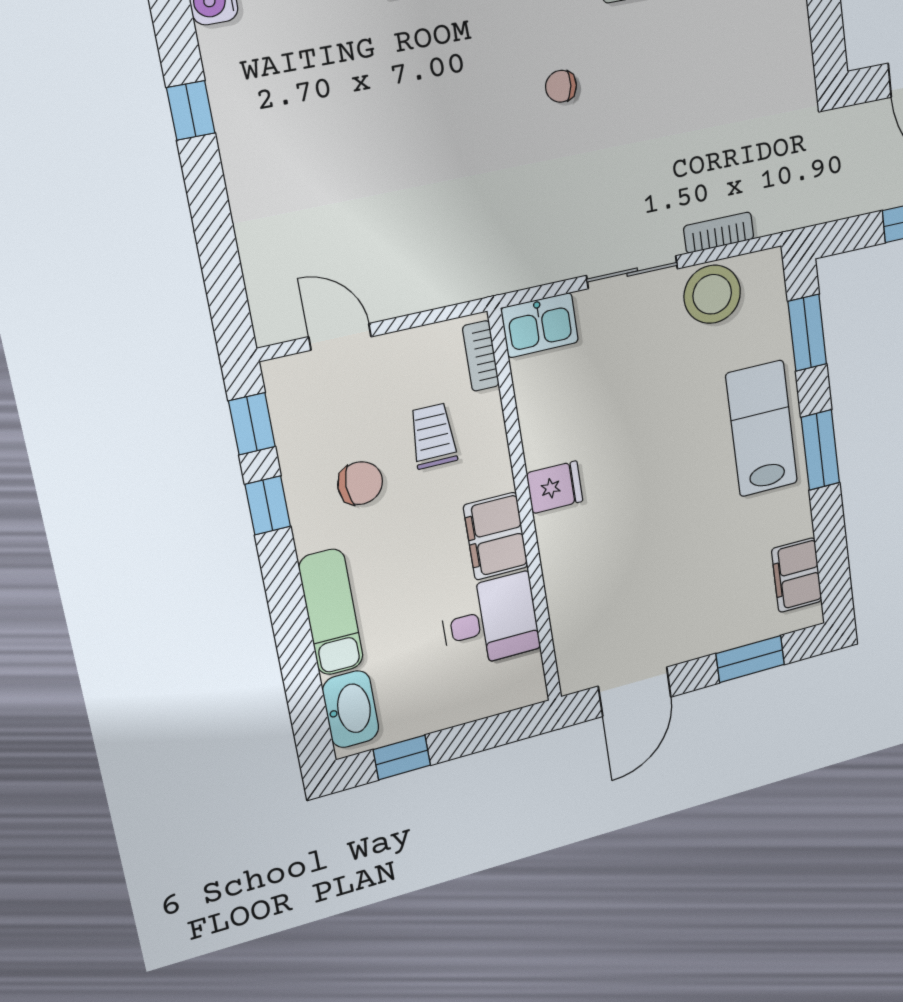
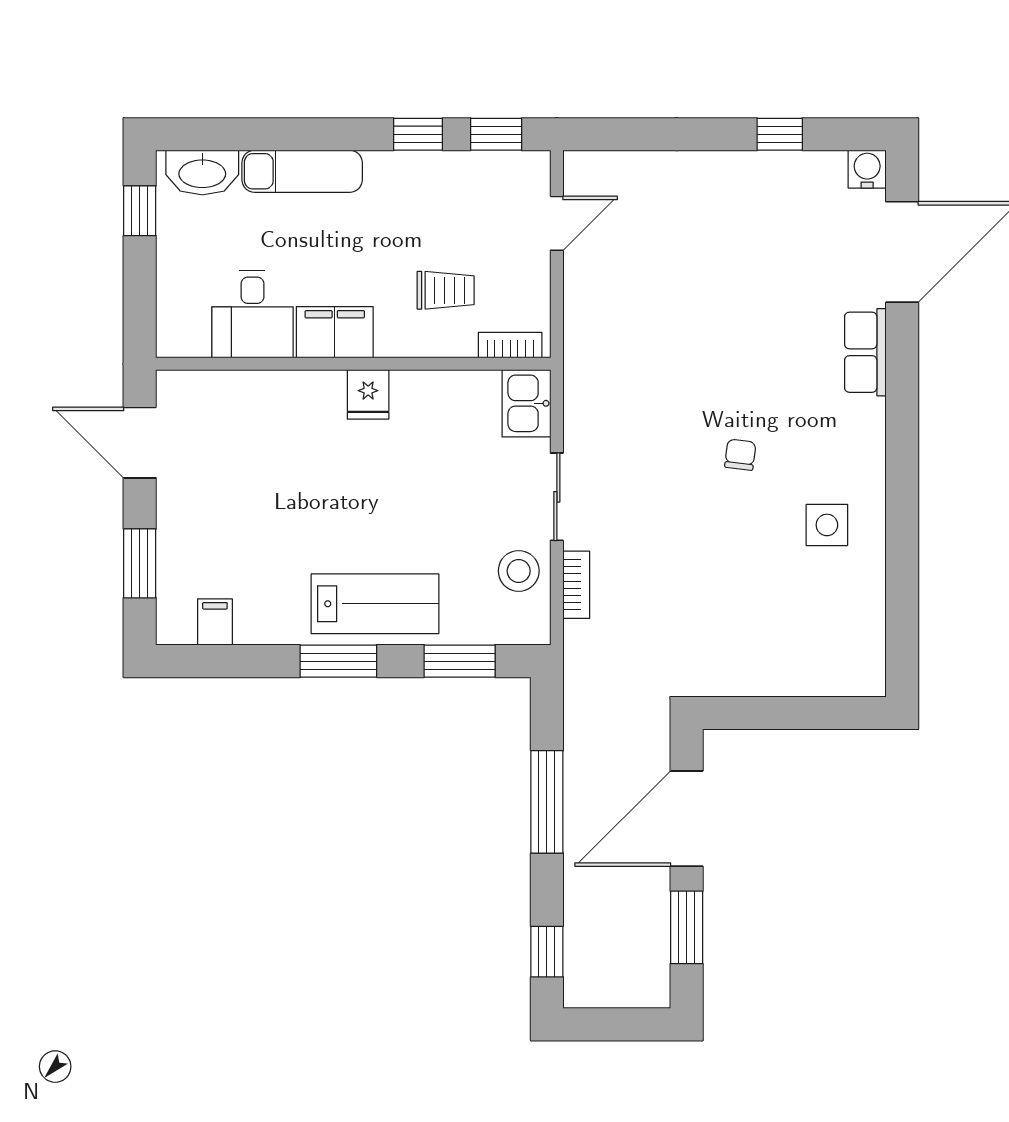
stool: (712, 294) -> (519, 571), width x0.73, depth x0.73
chair: (360, 483) -> (418, 218), removed
filing cabinet: (797, 575) -> (215, 622), width x0.50

